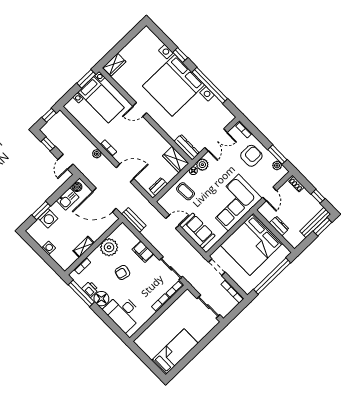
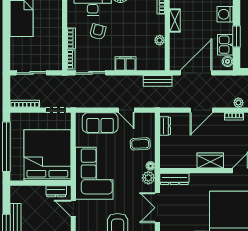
wardrobe: (176, 160) -> (210, 161), moved
window: (41, 211) -> (236, 36), moved
door: (172, 222) -> (126, 110), hinge flipped
dresser: (279, 226) -> (56, 191), moved
plant: (109, 247) -> (160, 40), width x0.53, depth x0.53
armchair: (122, 272) -> (98, 32), moved

